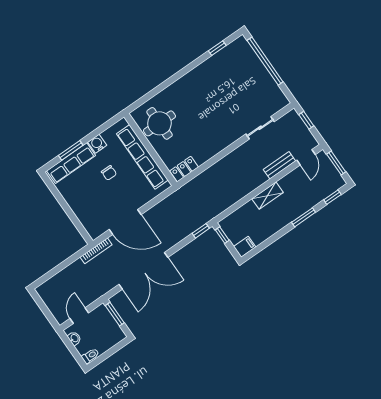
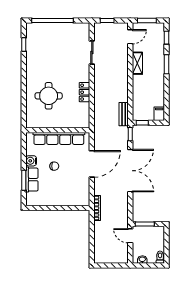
round table: (159, 123) -> (49, 96), moved
door: (306, 157) -> (130, 37), hinge flipped
row of seats: (71, 163) -> (32, 180), width x0.68
bench: (279, 165) -> (124, 114), moved
locker: (184, 169) -> (85, 92), moved
shelving: (268, 196) -> (137, 63), moved
door: (125, 222) -> (92, 164), moved
double door: (143, 271) -> (130, 171), moved
door: (79, 316) -> (130, 236), moved

